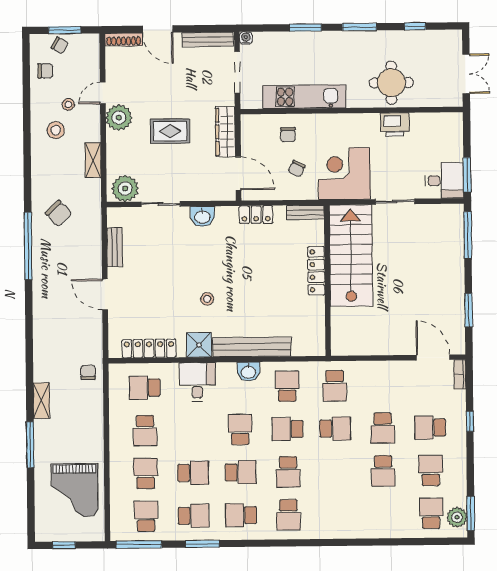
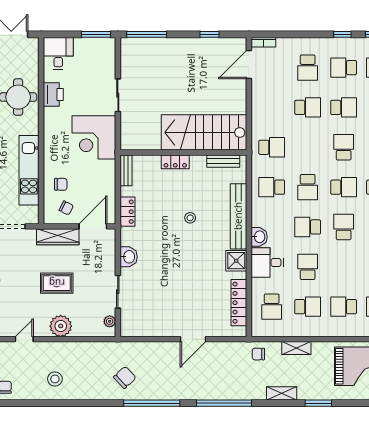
door: (103, 93) -> (24, 339), swing flipped
stool: (68, 104) -> (33, 368), removed
plant: (119, 118) -> (61, 326), moved
rug: (170, 131) -> (57, 283), turned 90
shelving: (93, 160) -> (296, 348), moved
chair: (297, 169) -> (66, 208), moved
desk: (444, 181) -> (58, 53), moved
plant: (125, 188) -> (110, 321), width x0.53, depth x0.53
bench: (115, 247) -> (223, 161), moved
stairs: (351, 256) -> (204, 132), moved
locker: (316, 271) -> (175, 162), width x0.66
stool: (207, 299) -> (190, 218), moved
window: (469, 310) -> (209, 34), width x0.67
window: (29, 332) -> (224, 403), added
washbasin: (248, 372) -> (259, 237), moved
window: (470, 421) -> (342, 34), moved
school desk: (335, 429) -> (344, 147), moved
window: (30, 445) -> (318, 403), width x0.69
school desk: (193, 473) -> (308, 267), moved

